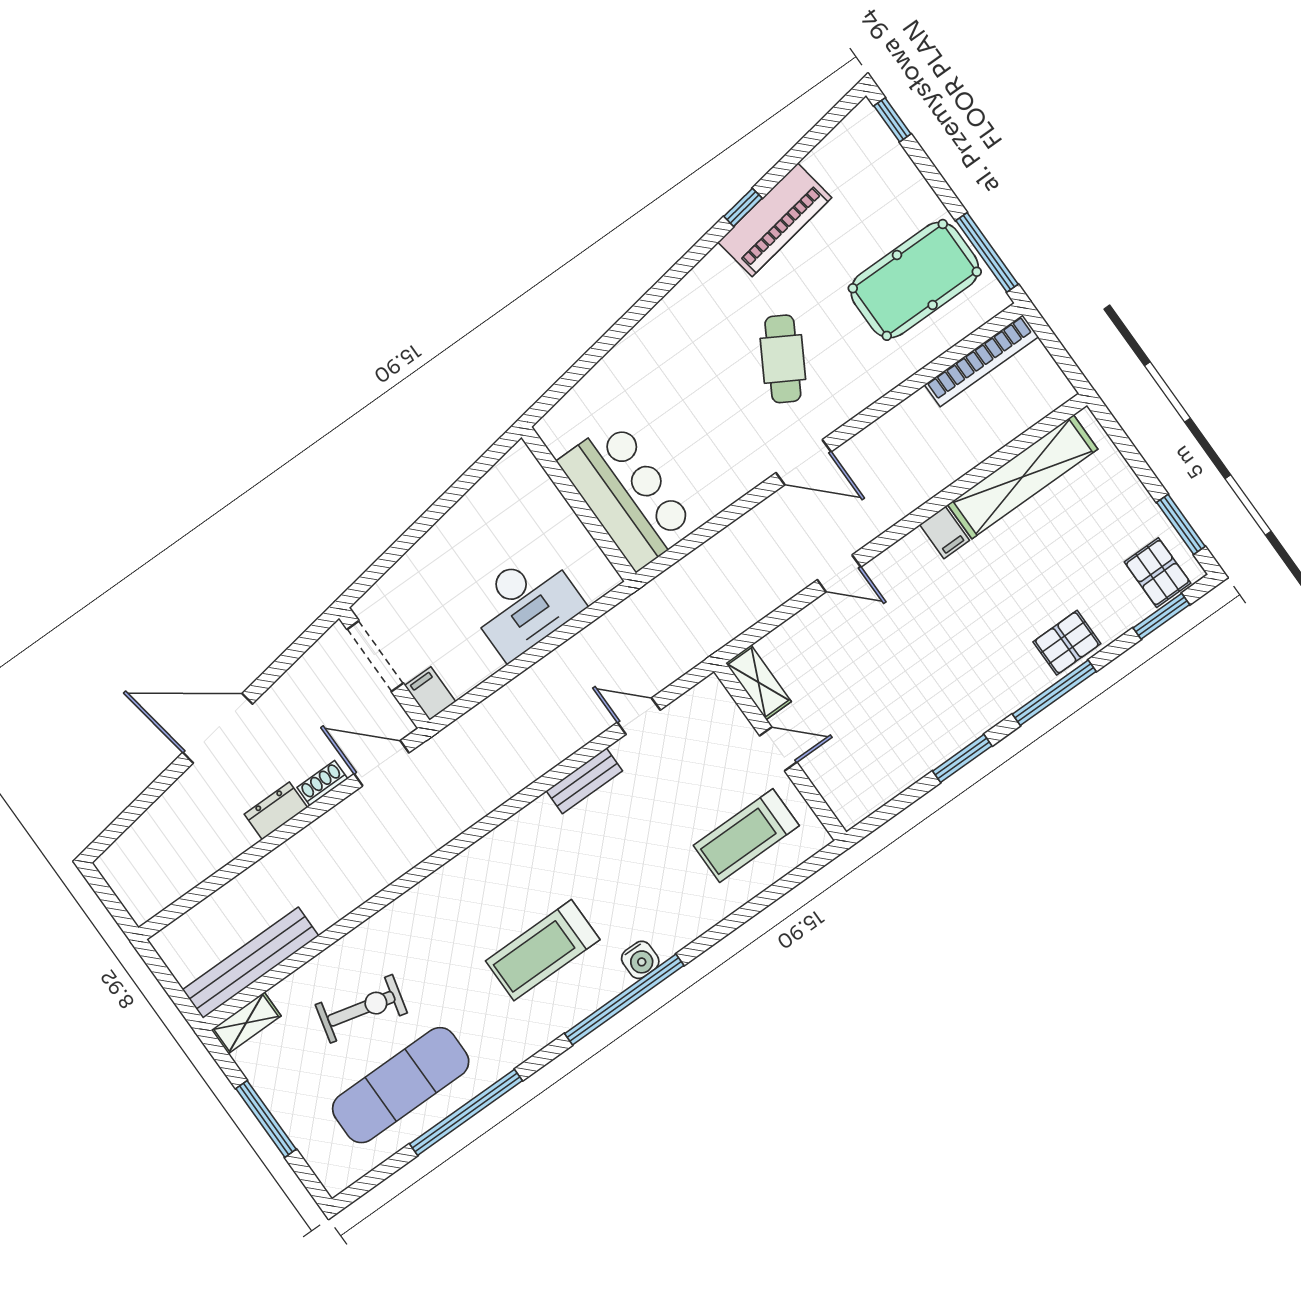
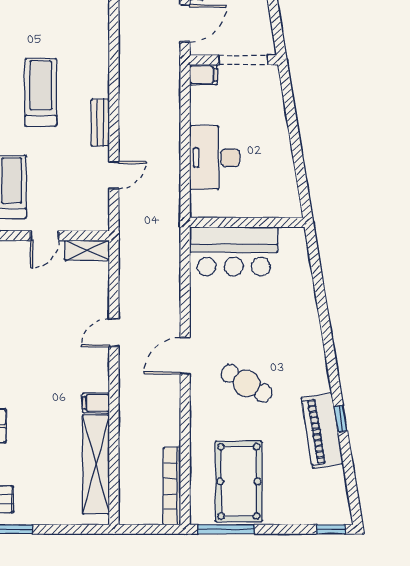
treadmill: (543, 950) -> (41, 92), moved

